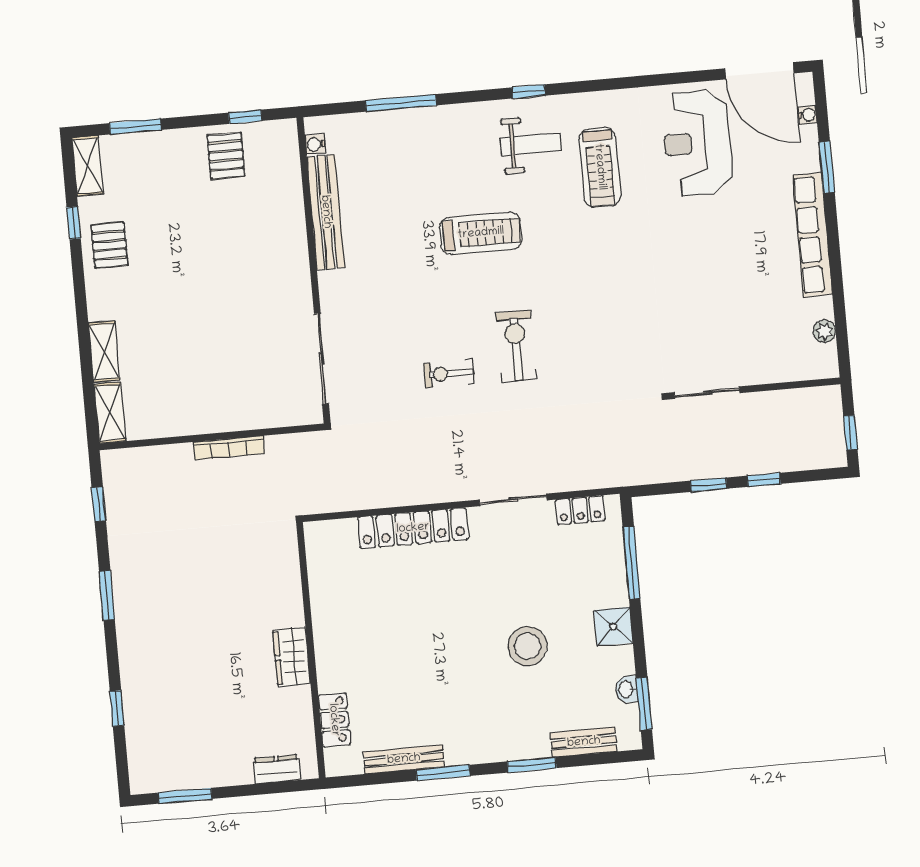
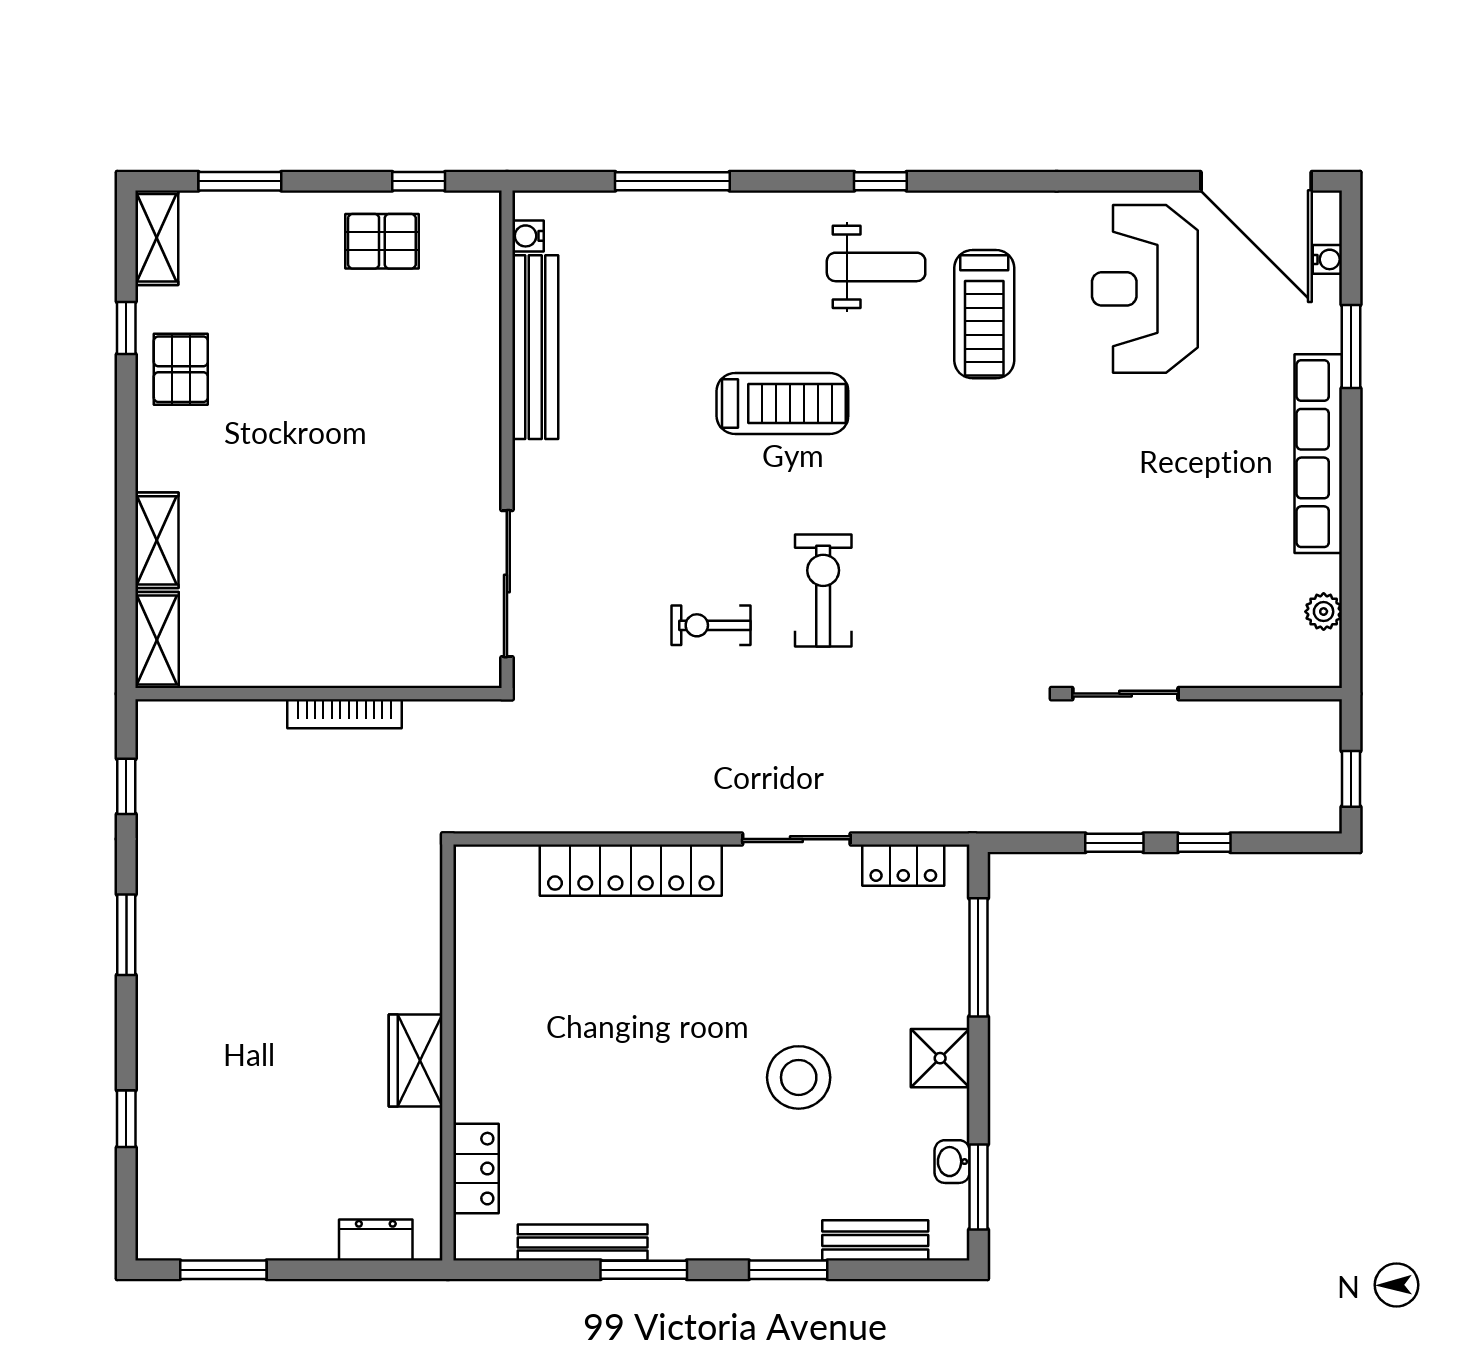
pallet: (226, 156) -> (382, 241), turned 90

